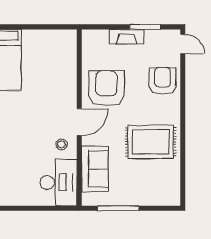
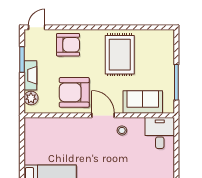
plant: (100, 37) -> (31, 98), added
armchair: (162, 81) -> (68, 45), turned 180
desk: (59, 182) -> (160, 133), width x0.73

